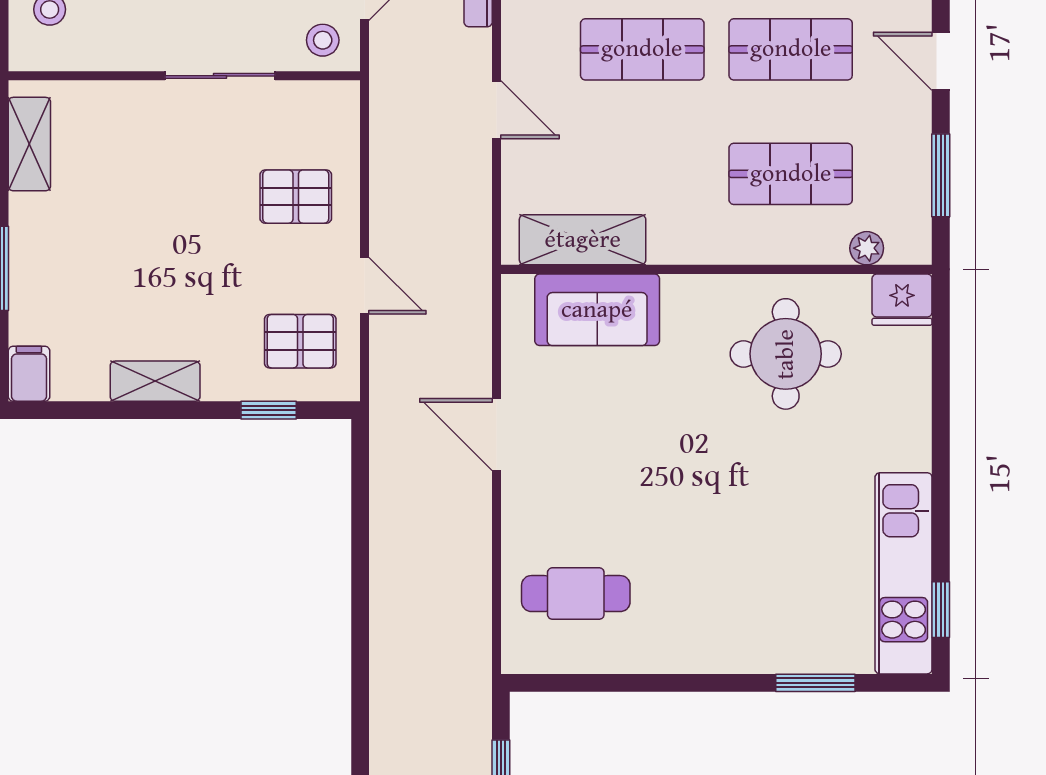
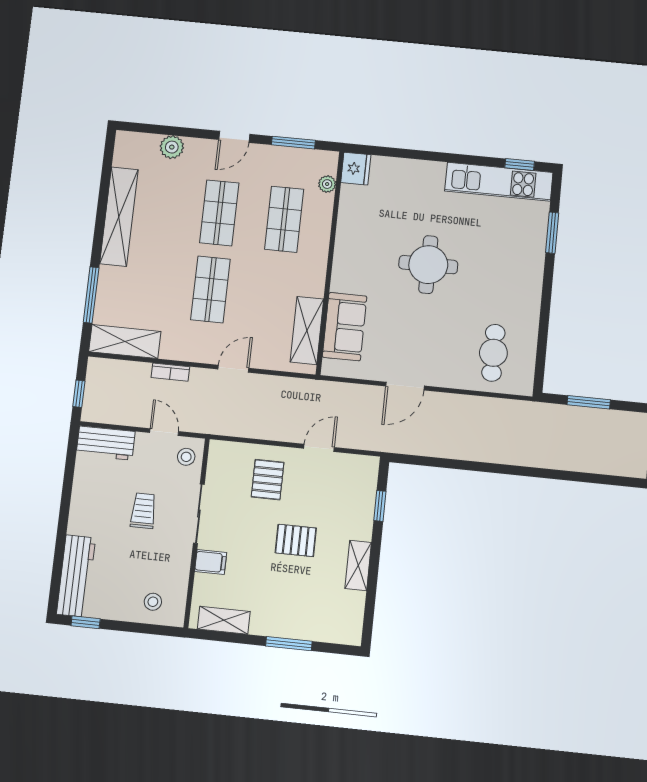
pallet: (300, 341) -> (296, 540), moved, turned 90
round table: (786, 354) -> (428, 265), moved
filing cabinet: (29, 374) -> (211, 562), moved, turned 180

